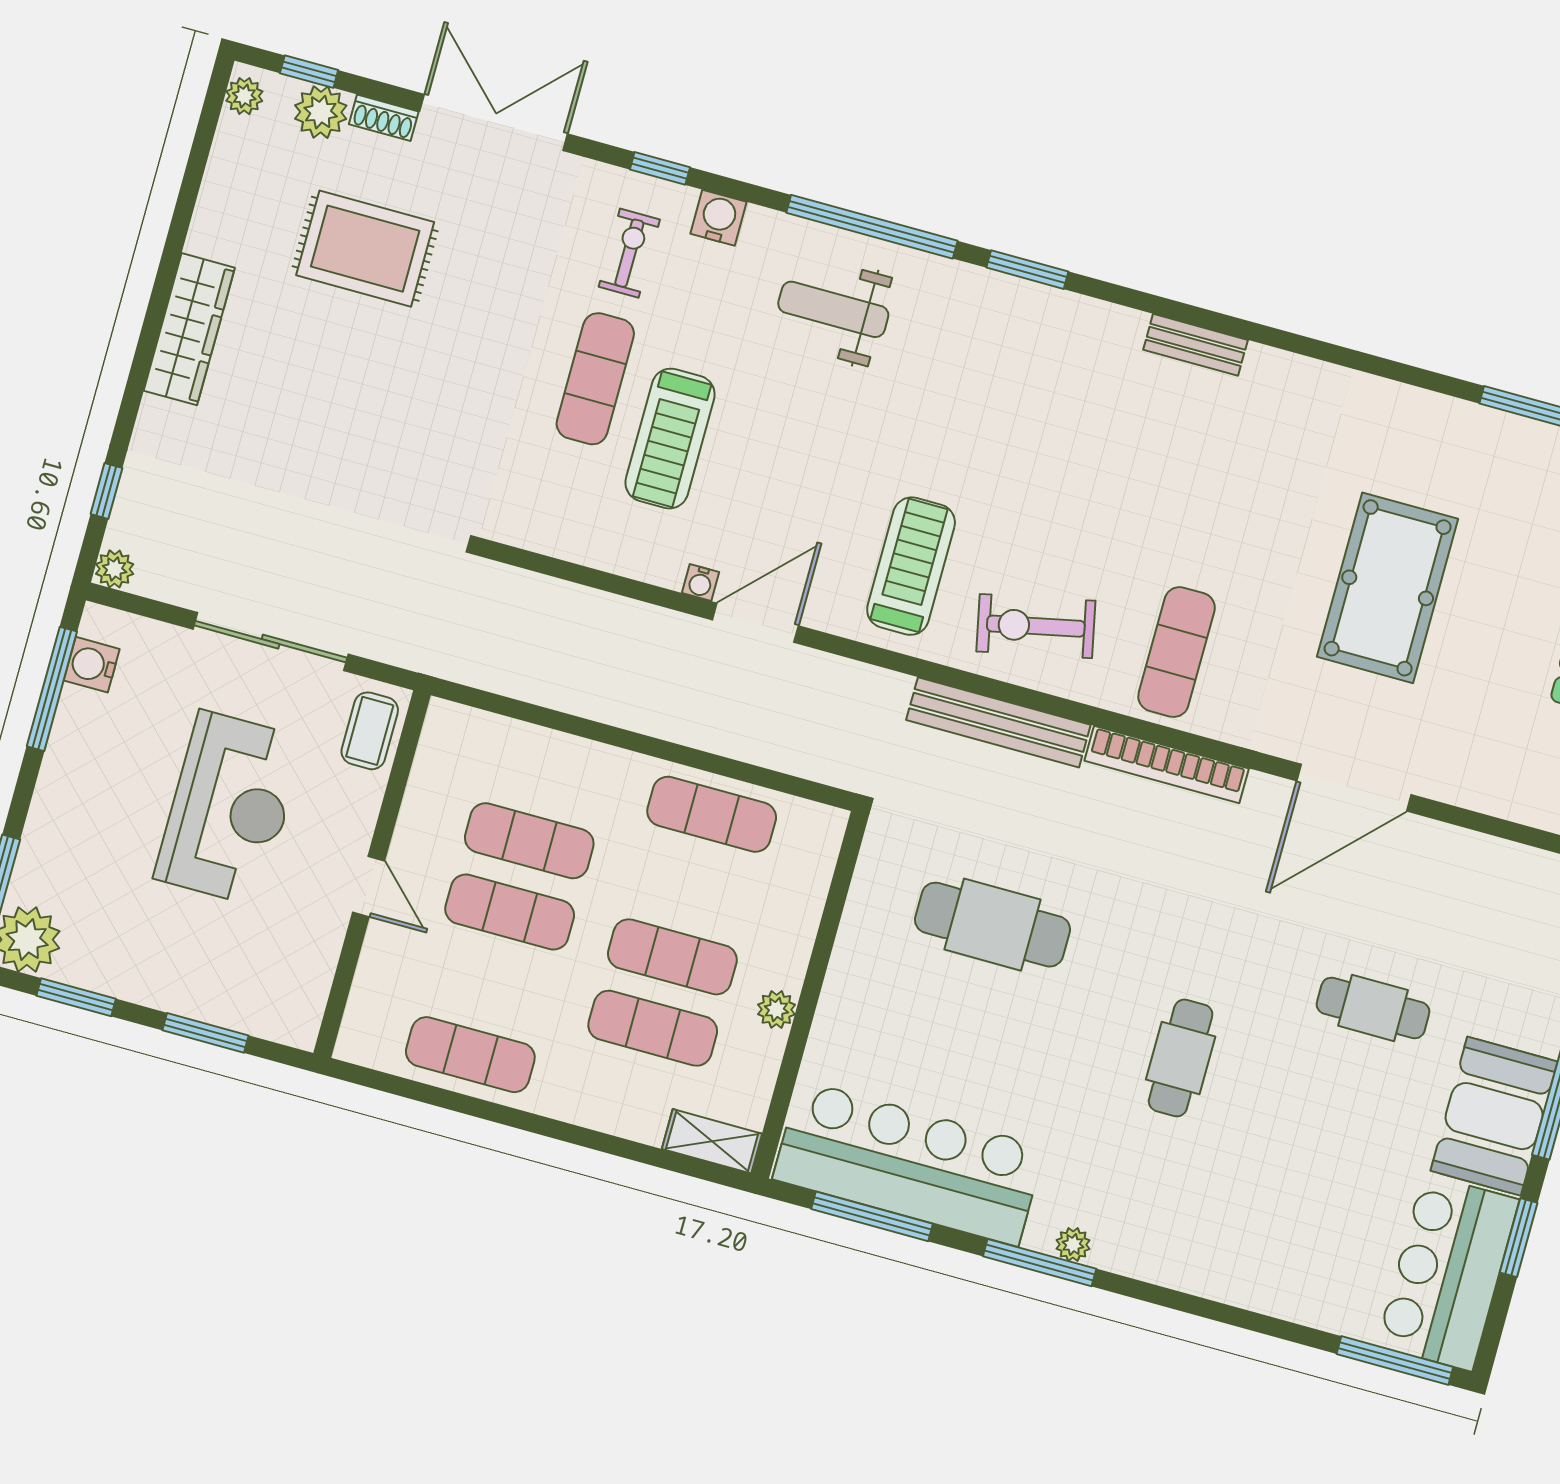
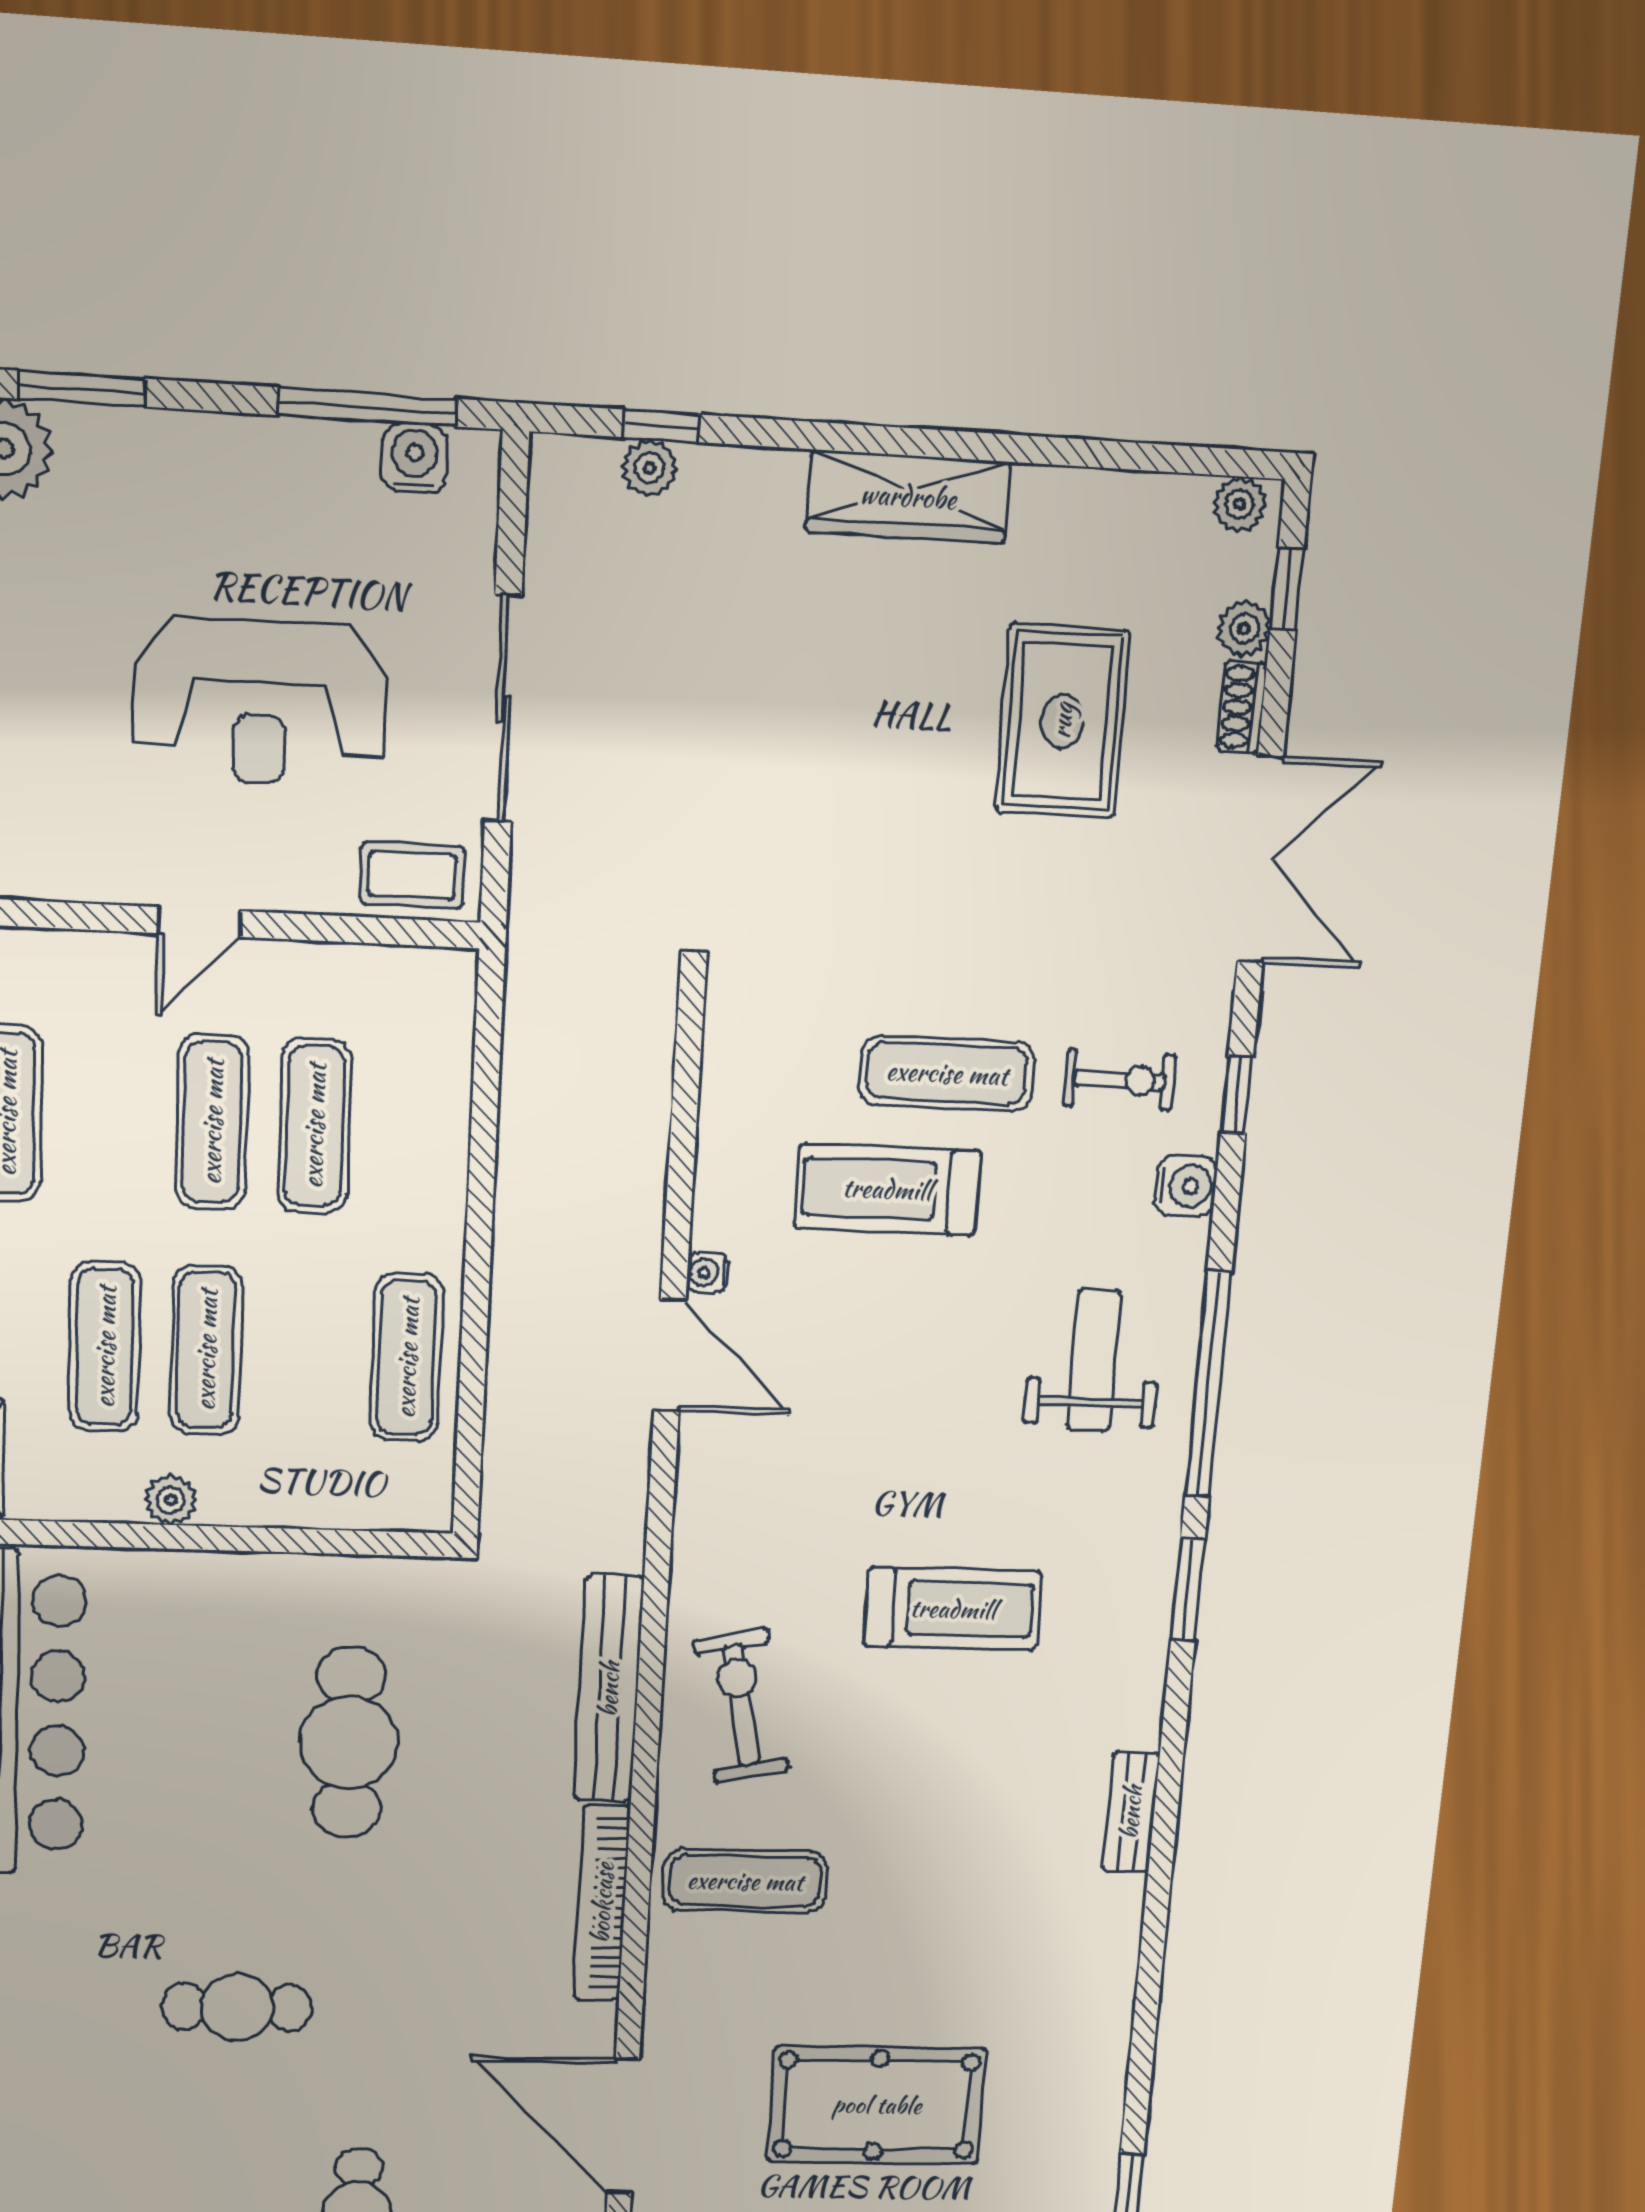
plant: (321, 112) -> (1244, 628), width x0.73, depth x0.73
treadmill: (911, 566) -> (953, 1609), moved
plant: (115, 569) -> (649, 468), moved

